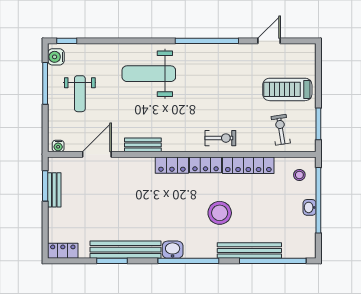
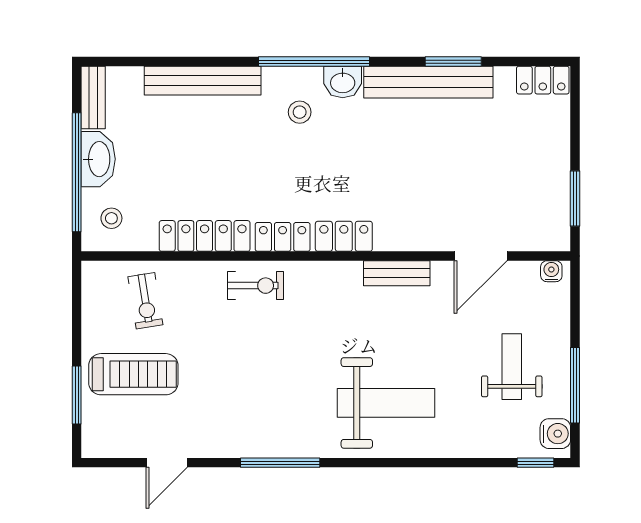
window: (207, 41) -> (280, 463), width x0.68
window: (318, 124) -> (77, 395), moved
exercise bike: (220, 138) -> (256, 286), turned 180
bench: (54, 190) -> (93, 97), moved
washbasin: (310, 207) -> (98, 159), width x1.91, depth x1.45
stool: (220, 213) -> (300, 112), moved, width x0.53, depth x0.53
window: (273, 261) -> (160, 62), removed

